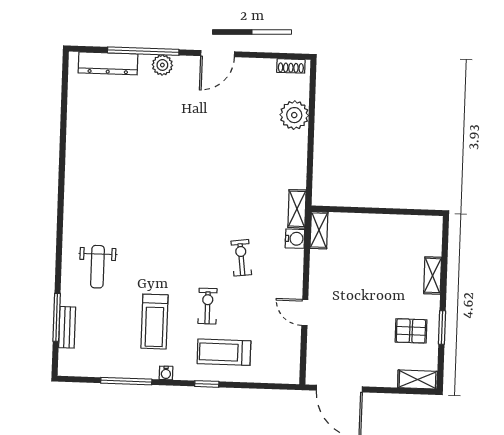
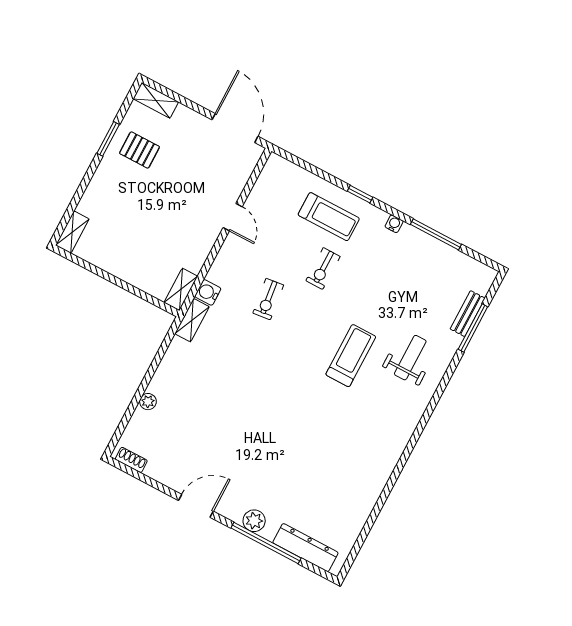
plant: (294, 115) -> (148, 402), width x0.53, depth x0.53
shelving: (433, 275) -> (72, 232), moved
treadmill: (154, 322) -> (351, 356), moved

